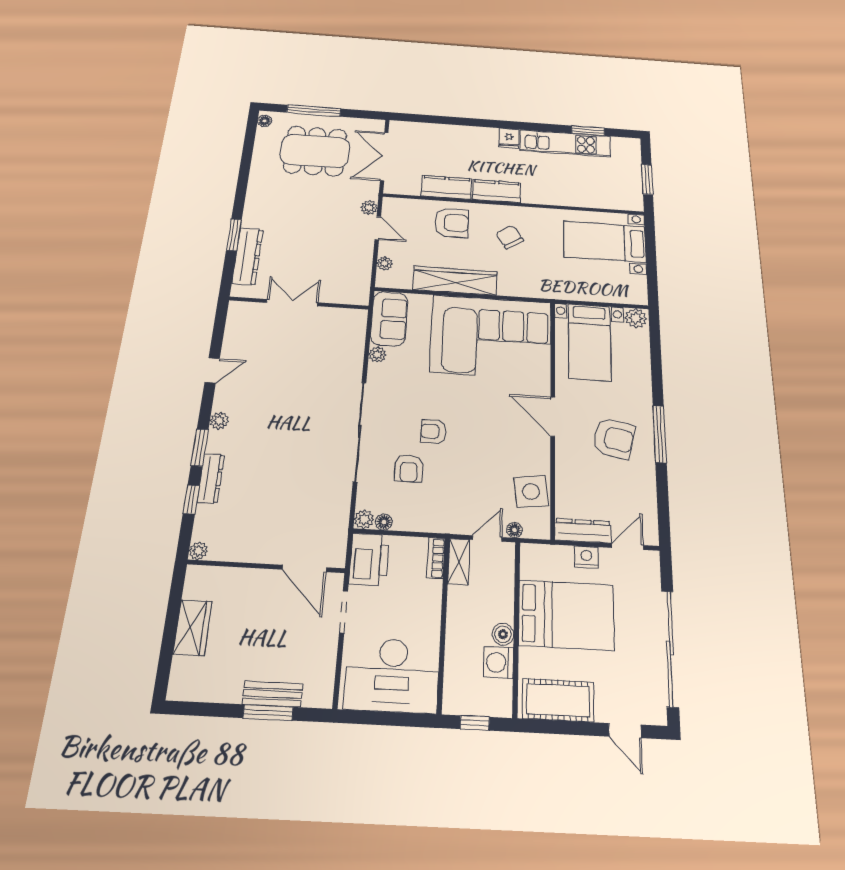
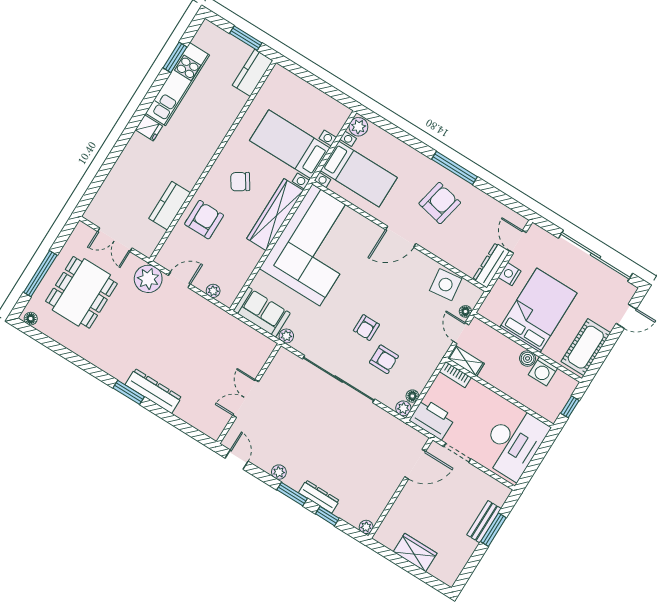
double door: (384, 156) -> (115, 240), width x0.73
kitchen counter: (496, 191) -> (253, 73), moved
plant: (369, 208) -> (148, 279), width x1.88, depth x1.88
bed with nightstands: (605, 242) -> (290, 144), moved, turned 90
wardrobe: (455, 281) -> (275, 215), moved
double door: (292, 303) -> (246, 398), moved
wall: (299, 303) -> (249, 394), moved

